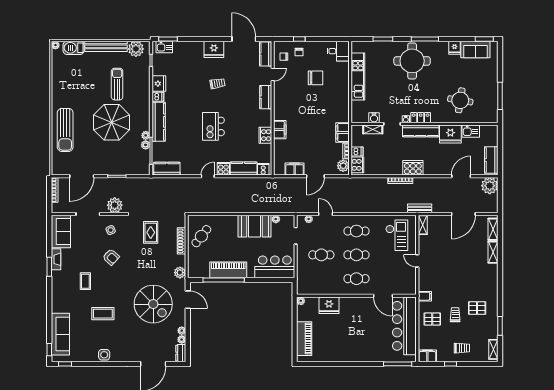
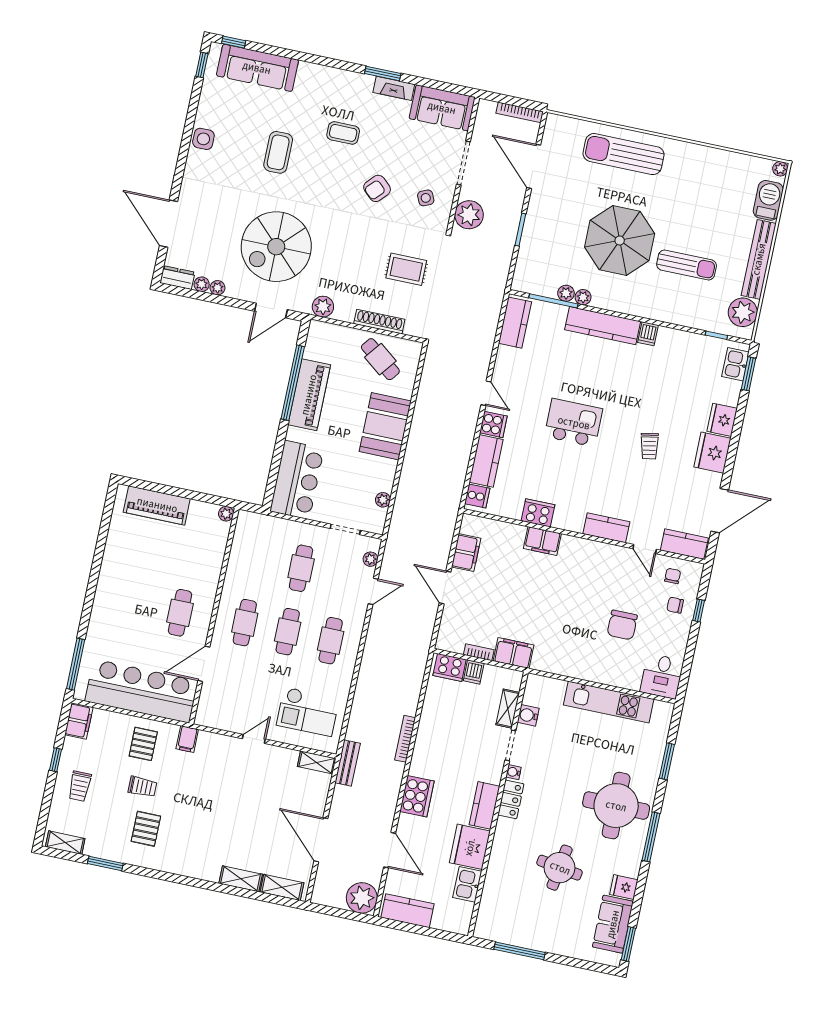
fridge: (159, 84) -> (722, 420), moved, turned 90
round table: (460, 100) -> (560, 868), moved
kitchen counter: (421, 131) -> (484, 805), width x0.67
plant: (343, 166) -> (453, 641), removed
cooker: (413, 168) -> (417, 796), moved
booth: (255, 226) -> (385, 426), moved
fridge: (329, 305) -> (207, 563), removed
cafe table: (359, 314) -> (180, 613), added

